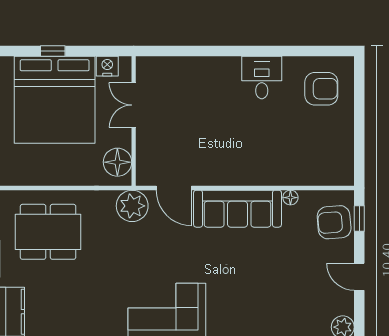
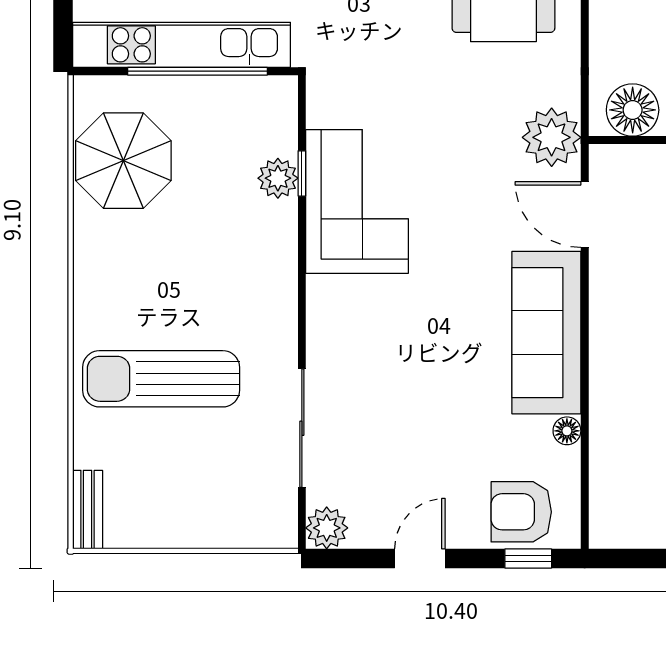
door: (174, 188) -> (585, 215), hinge flipped
armchair: (334, 222) -> (521, 512), turned -85

